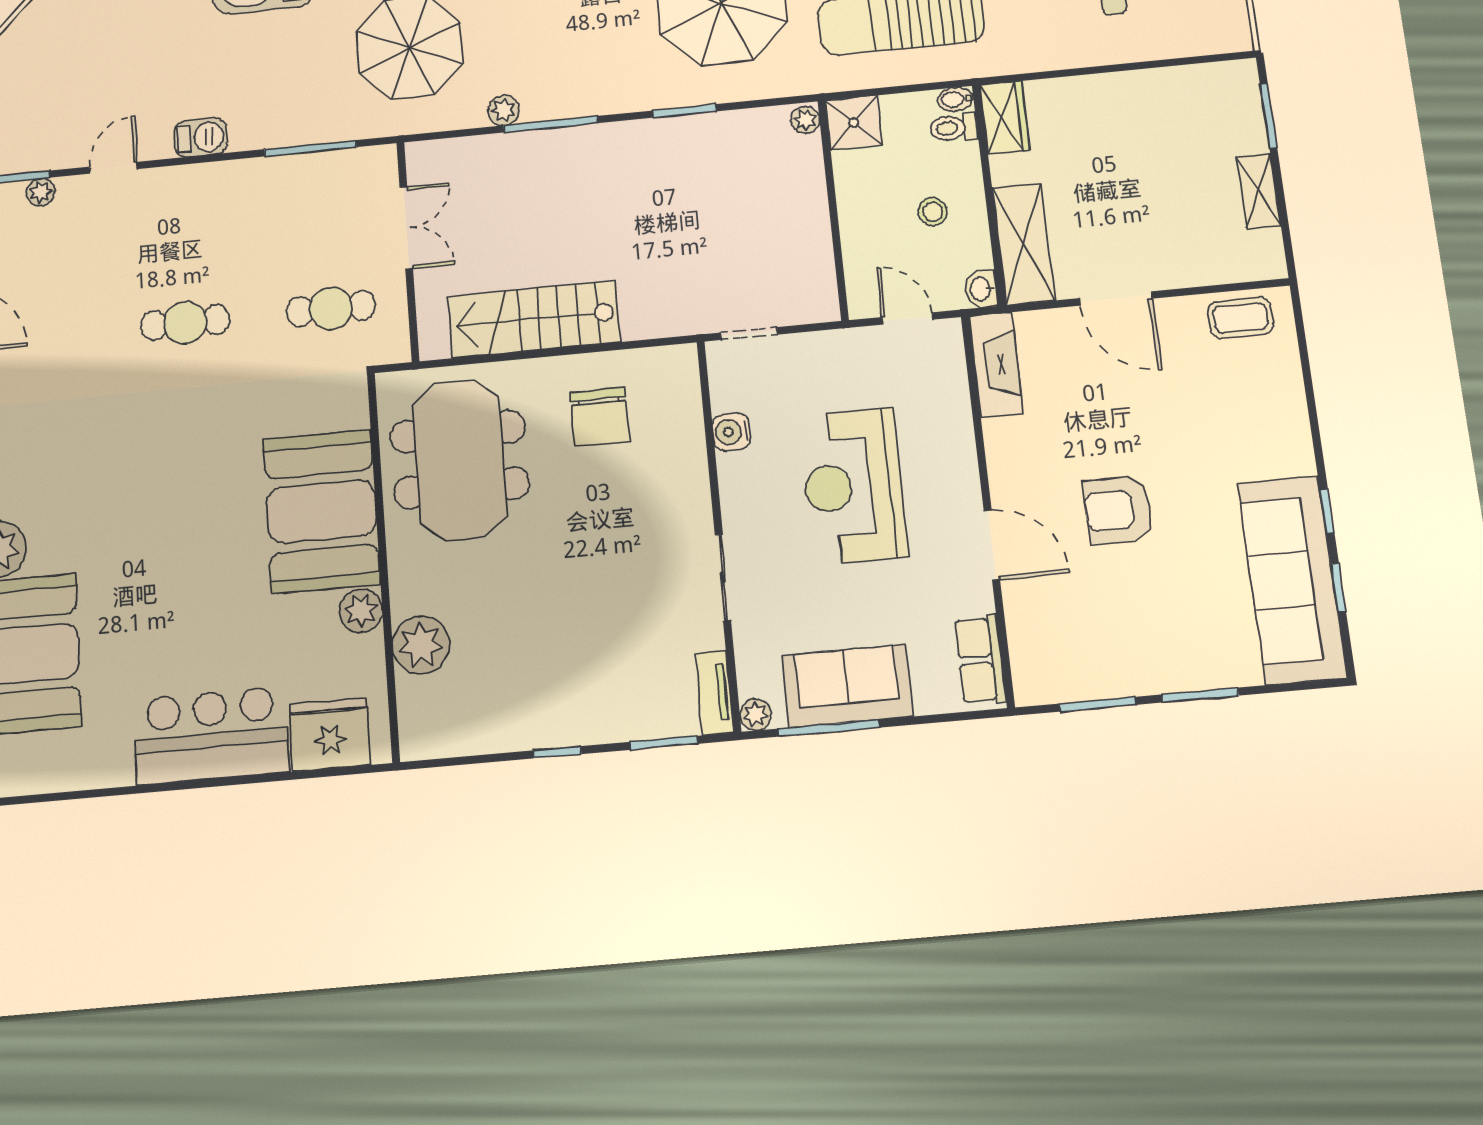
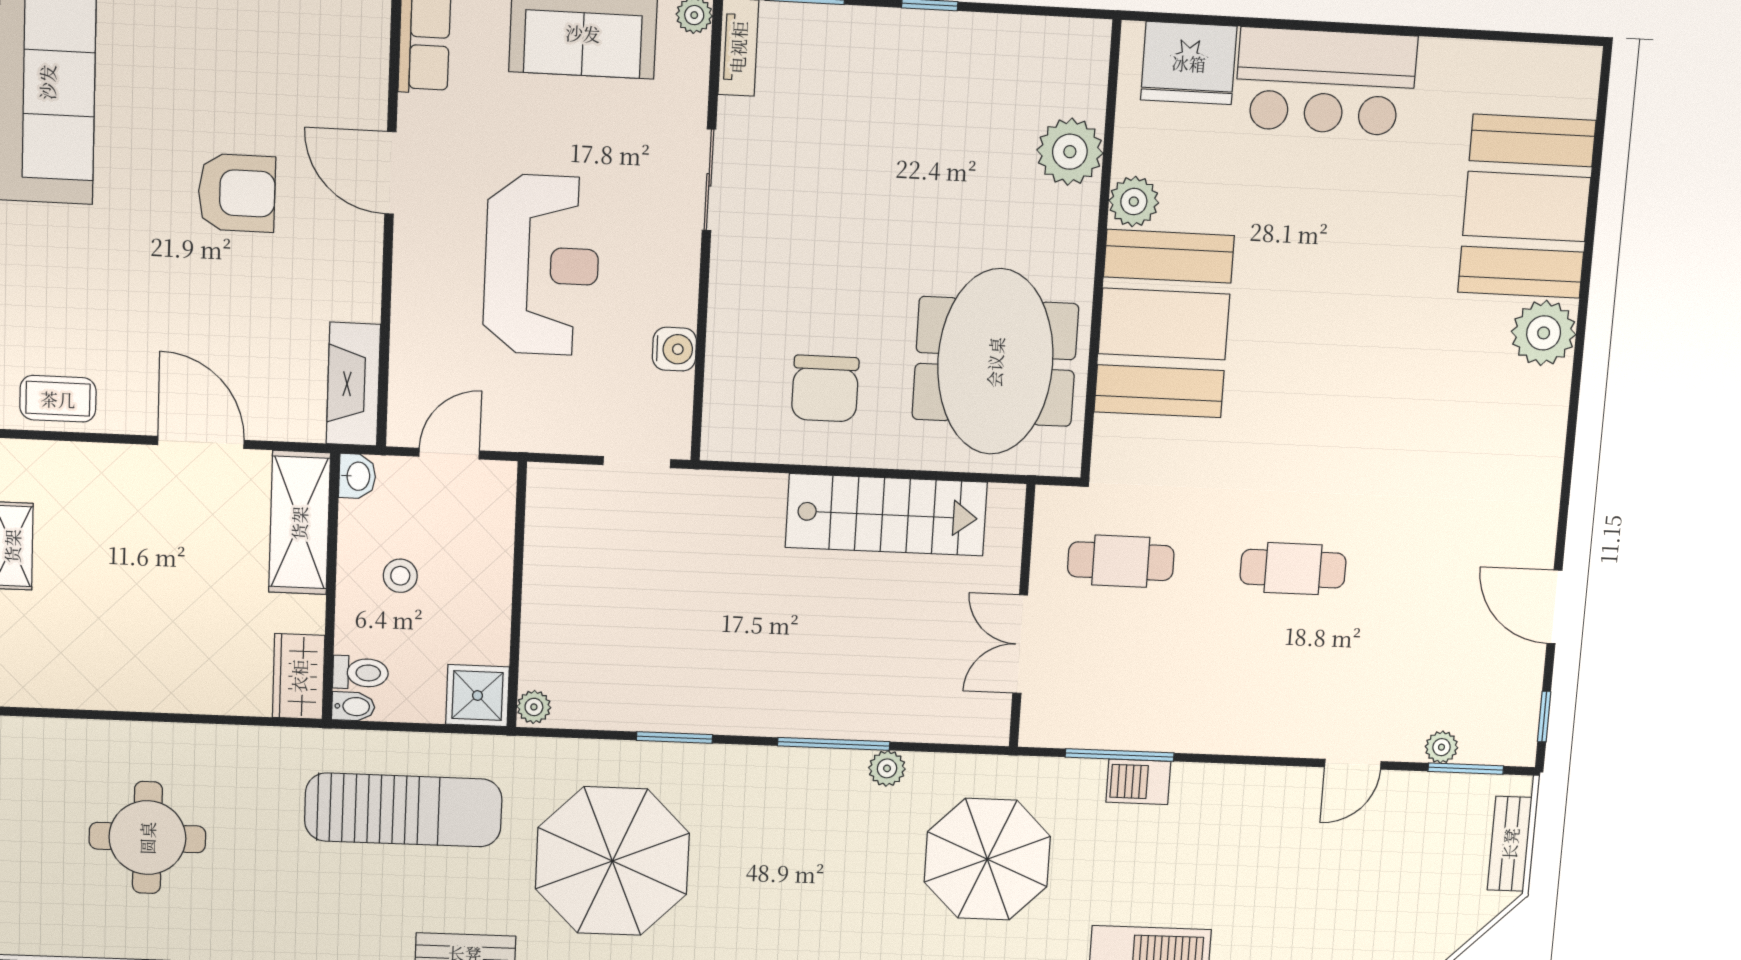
barbecue: (201, 137) -> (1138, 782), moved
door: (907, 318) -> (449, 454), swing flipped
chair: (600, 417) -> (825, 389), turned 180

